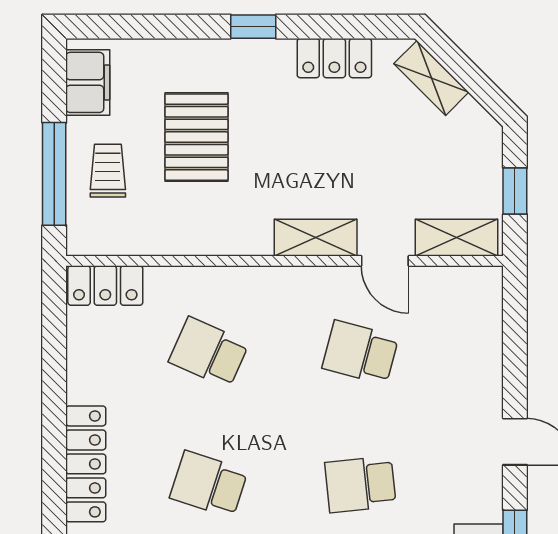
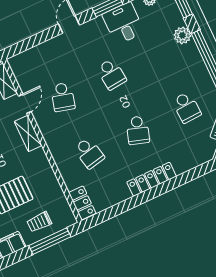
school desk: (209, 353) -> (89, 153), turned -36

